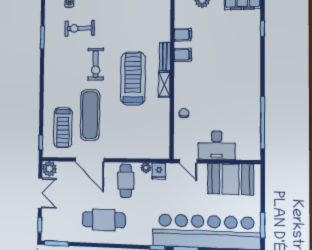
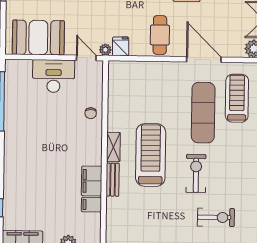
filing cabinet: (183, 55) -> (92, 181), width x2.00
treadmill: (133, 78) -> (151, 155), turned 180
plant: (146, 168) -> (105, 50), moved

